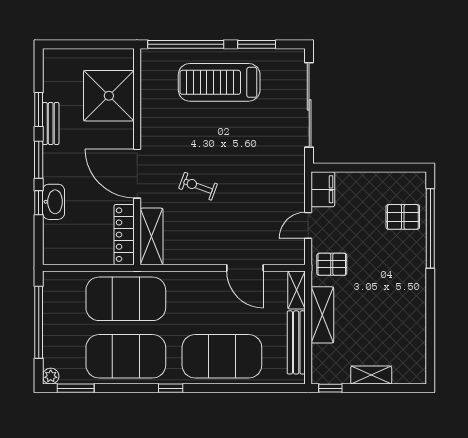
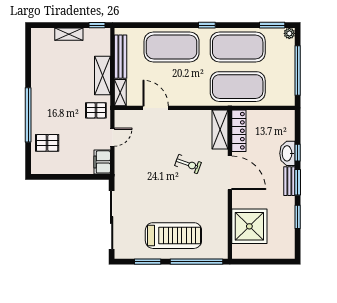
bench: (51, 123) -> (289, 181), moved
window: (430, 228) -> (28, 115), moved

